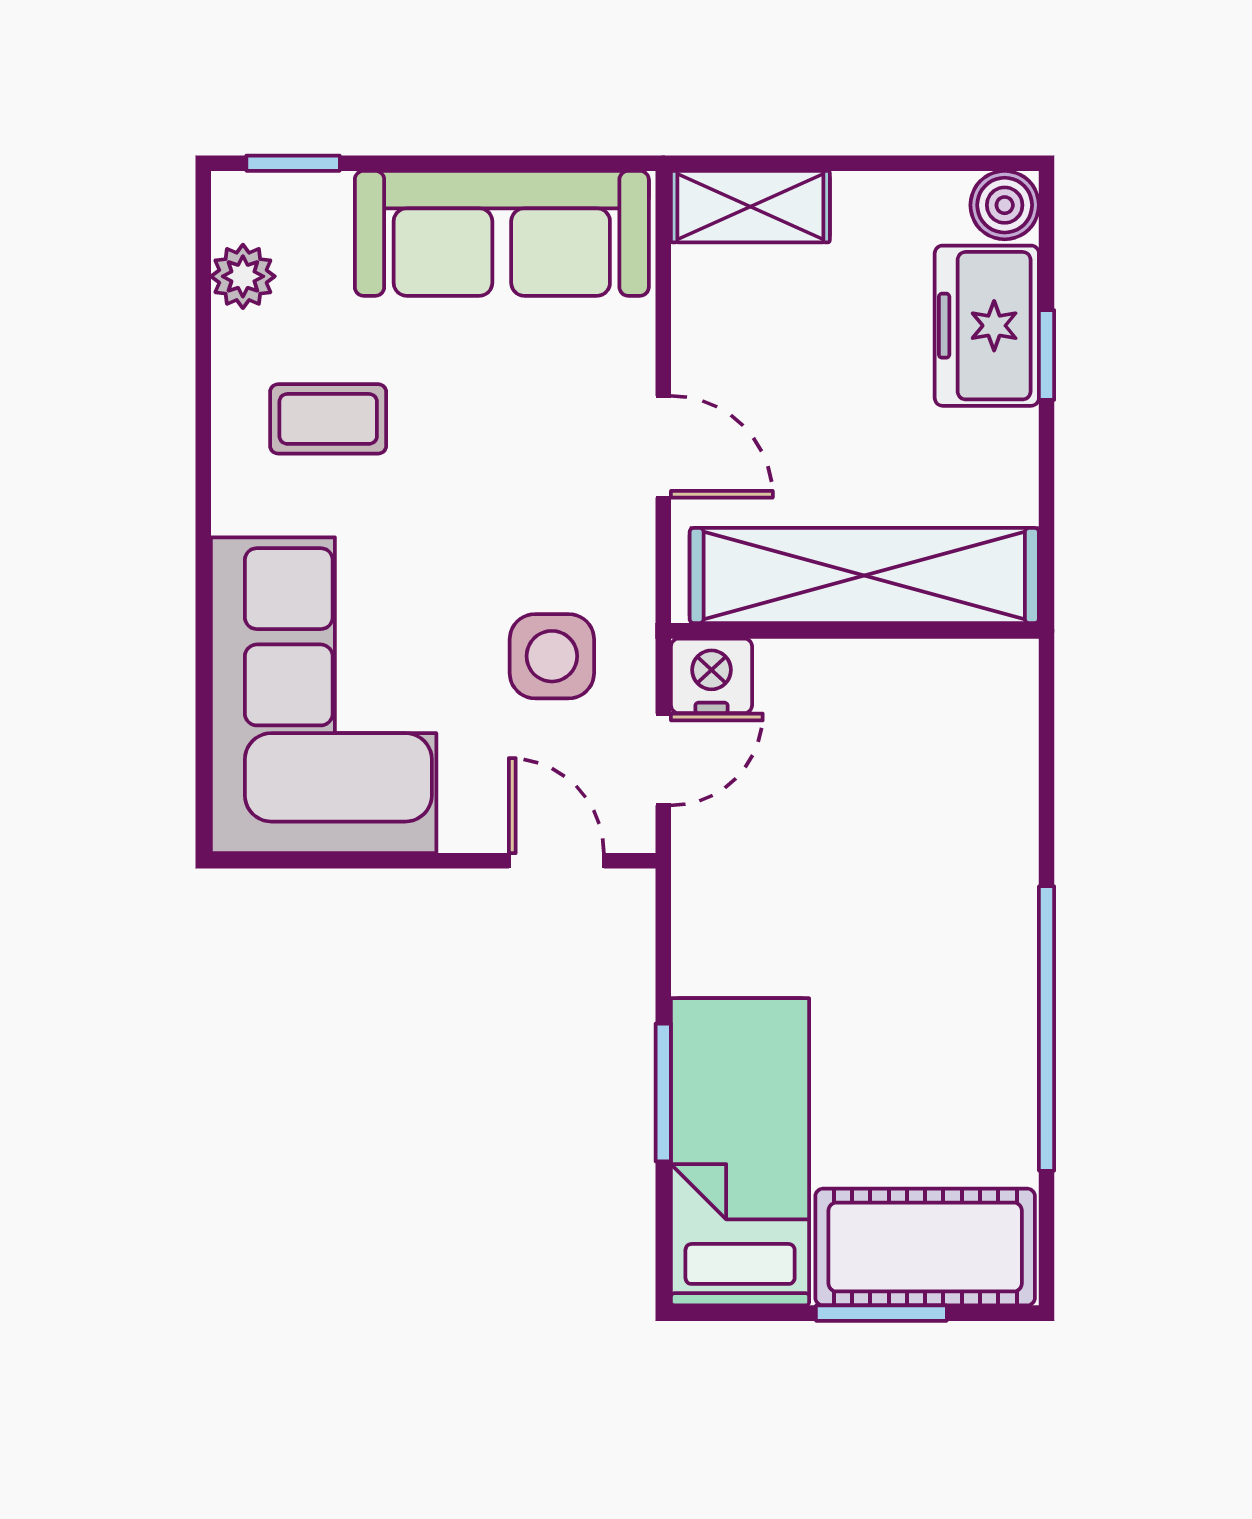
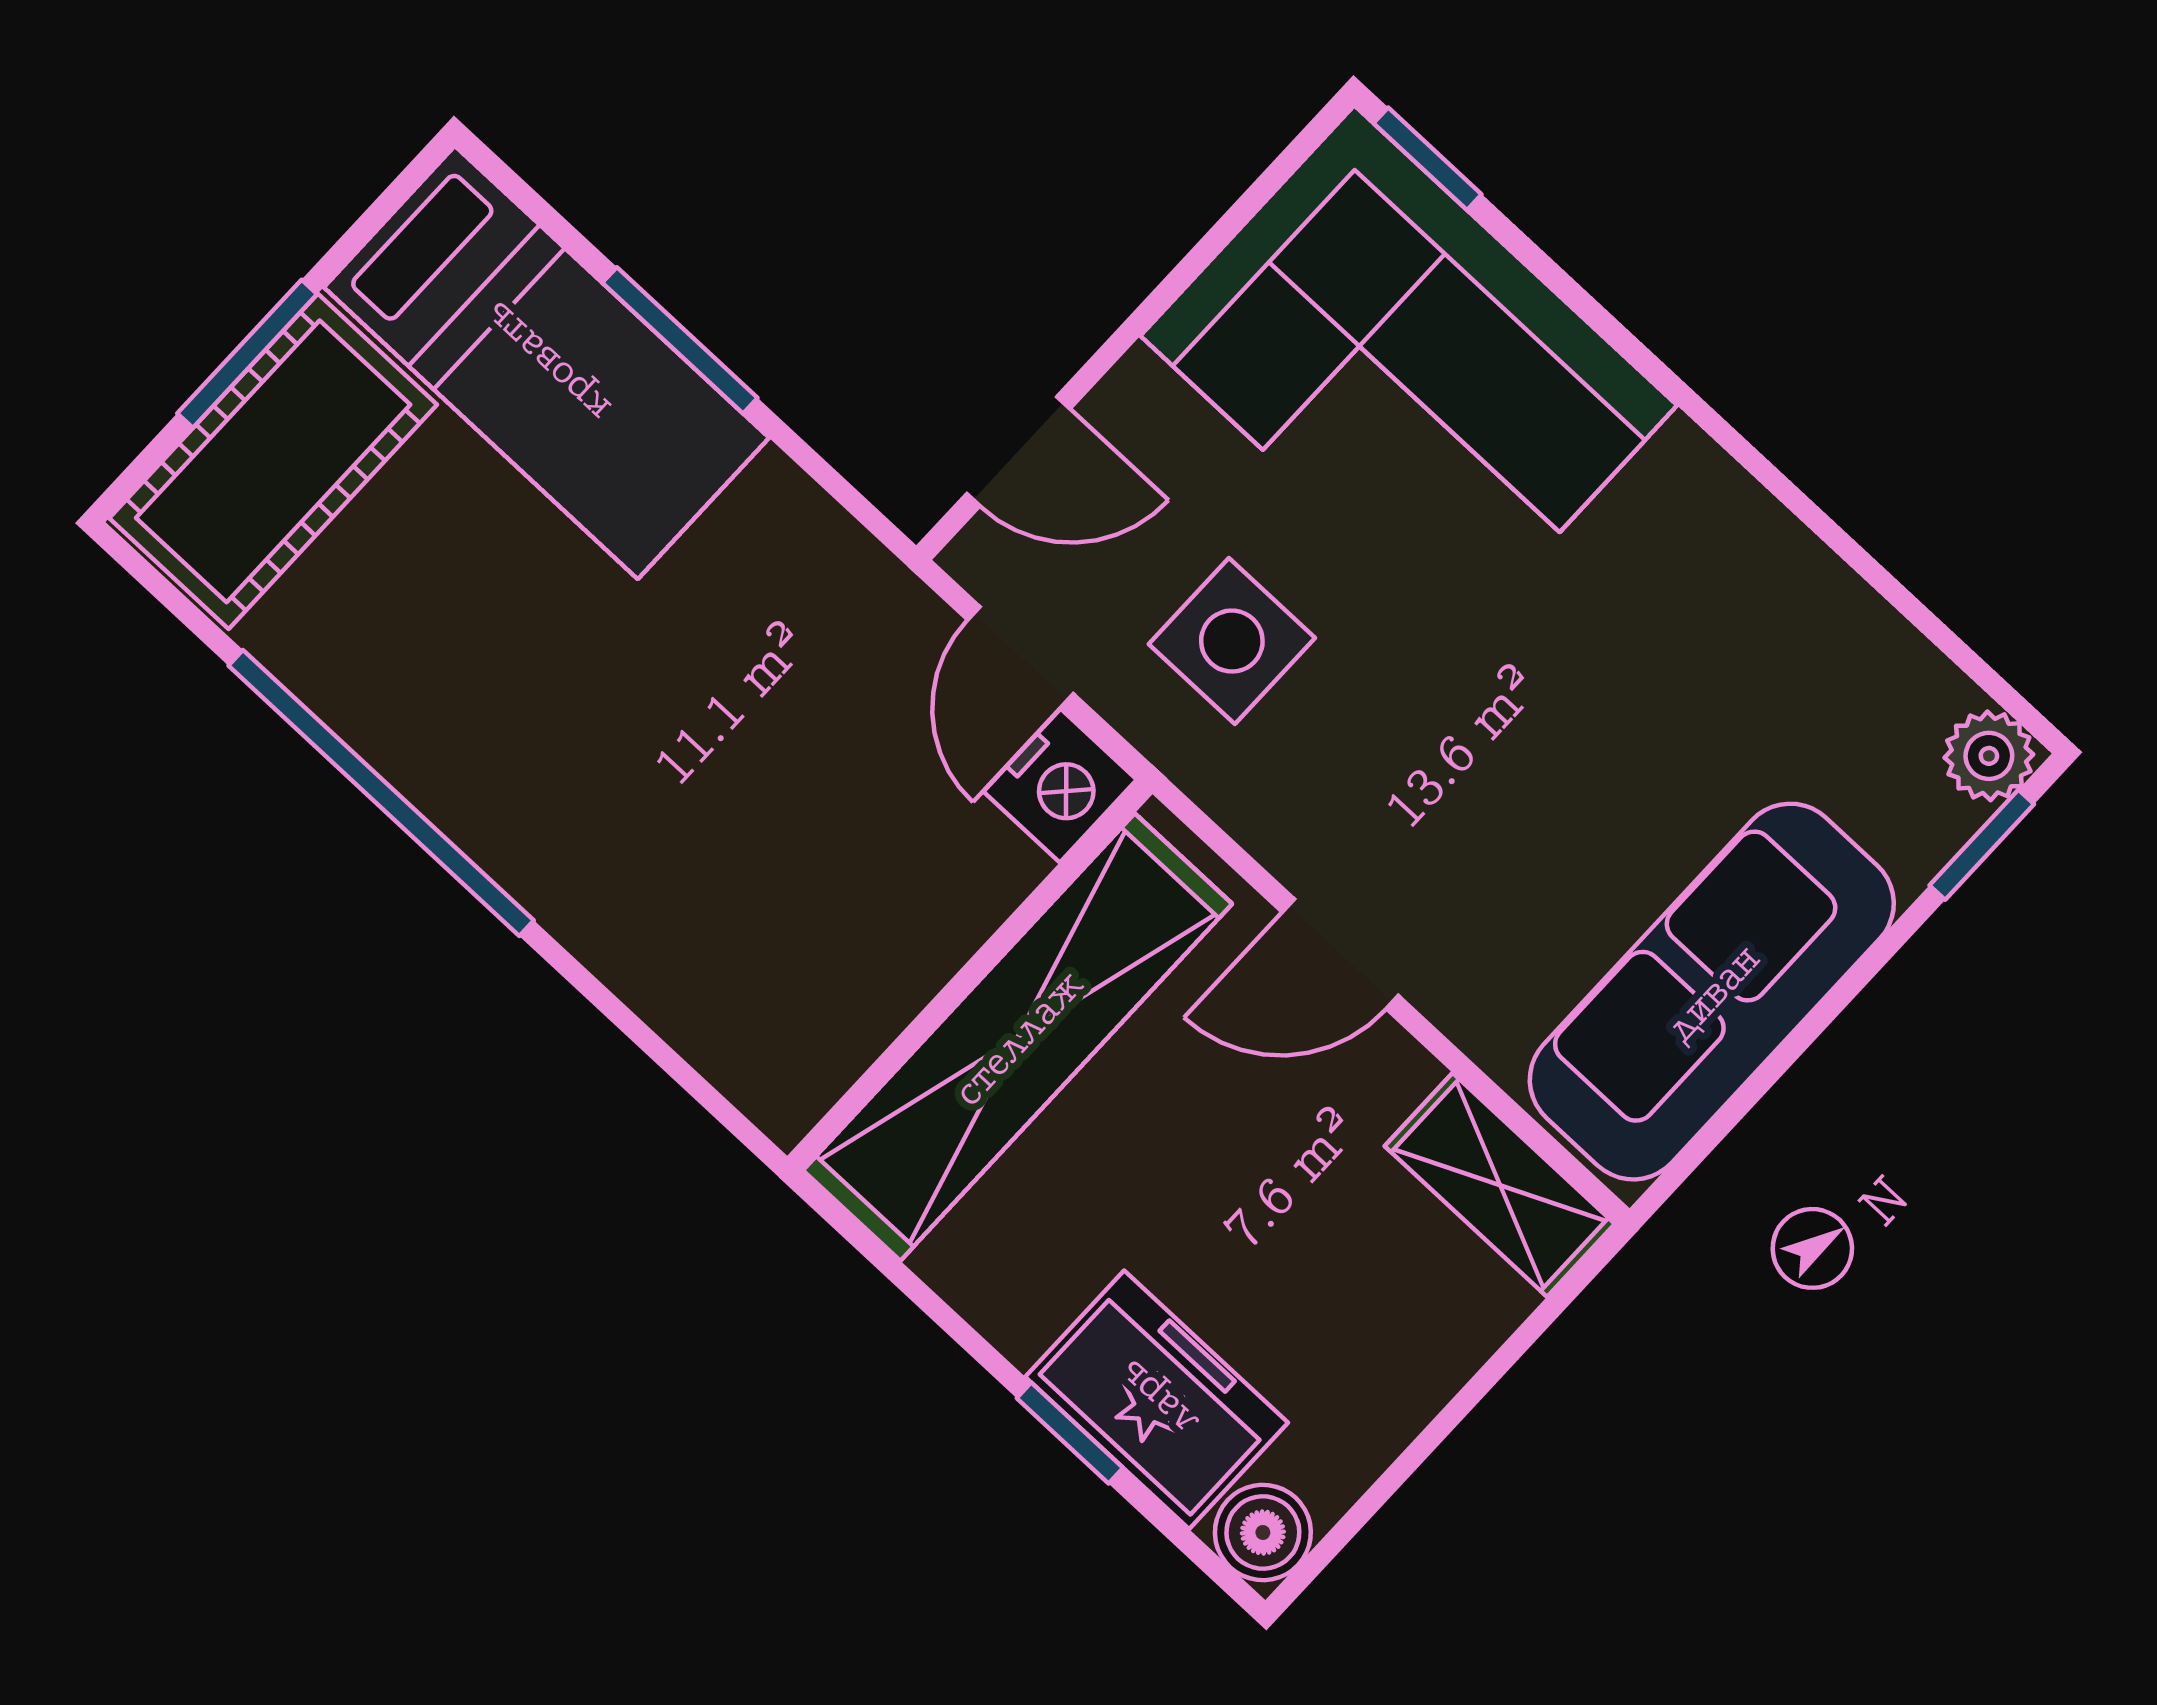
shelving: (750, 207) -> (1500, 1185), moved, turned 90
plant: (243, 276) -> (1989, 756), moved
coffee table: (328, 419) -> (1687, 638), removed
window: (203, 789) -> (1428, 159), added

